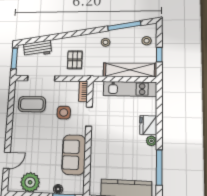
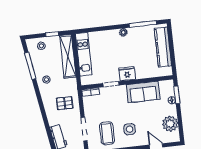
side table: (64, 112) -> (130, 129), moved
fridge: (148, 125) -> (127, 74), moved, turned 180

